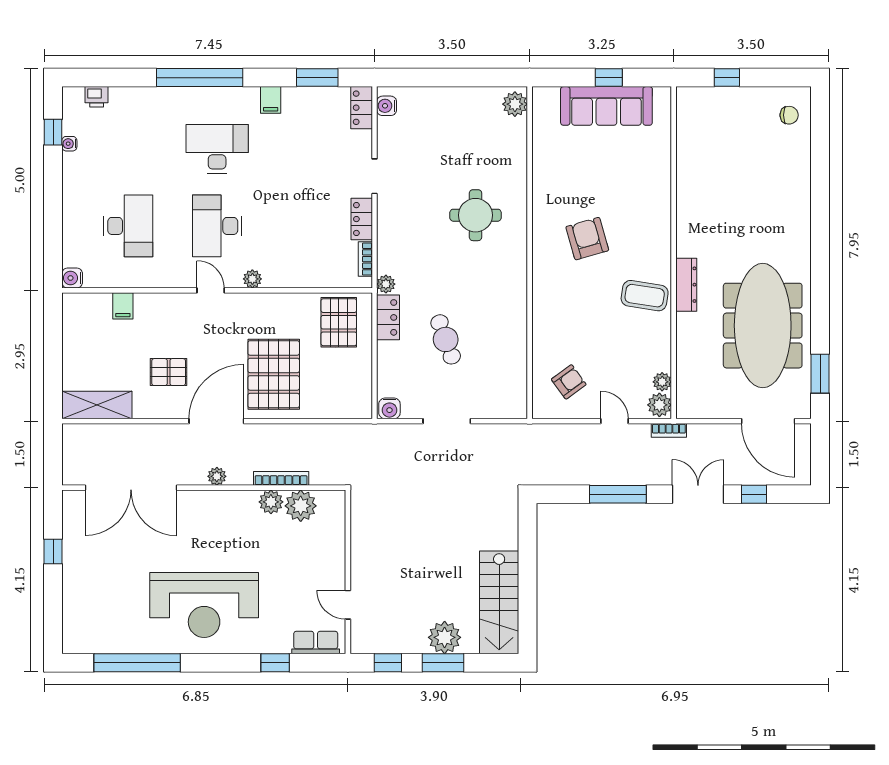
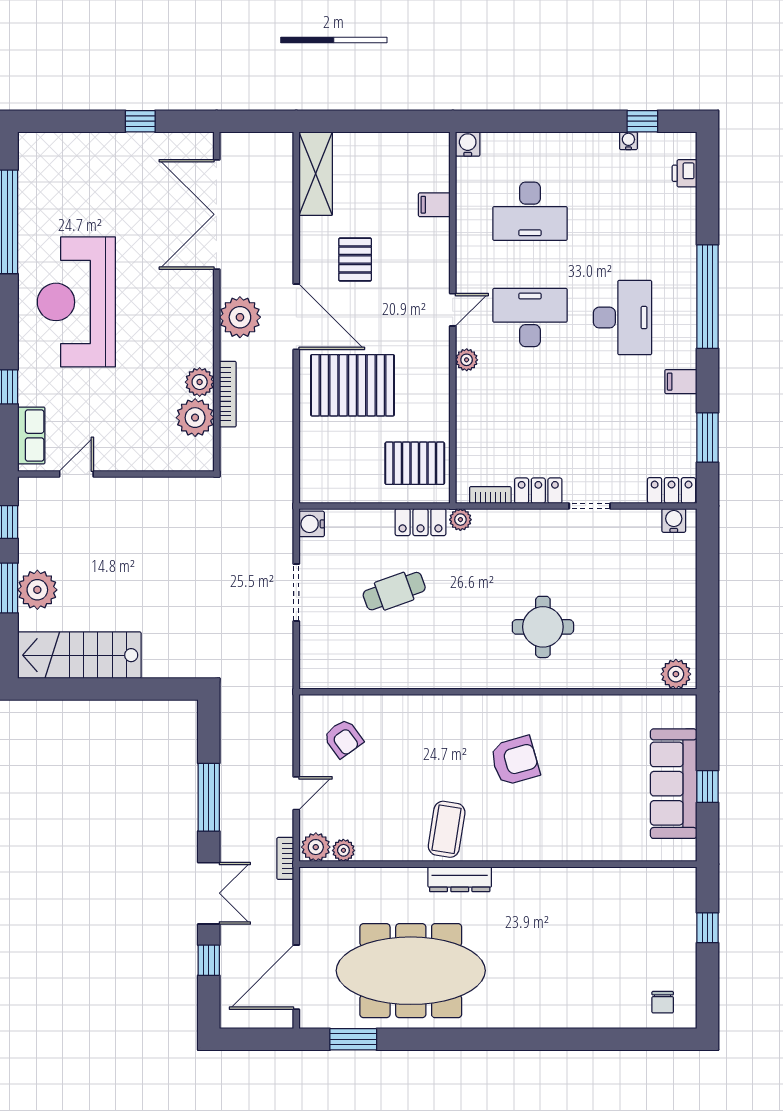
plant: (217, 476) -> (240, 317), width x1.87, depth x1.87

